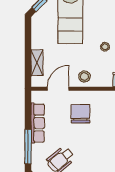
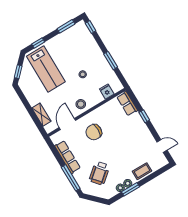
chair: (81, 114) -> (94, 132), turned -90

